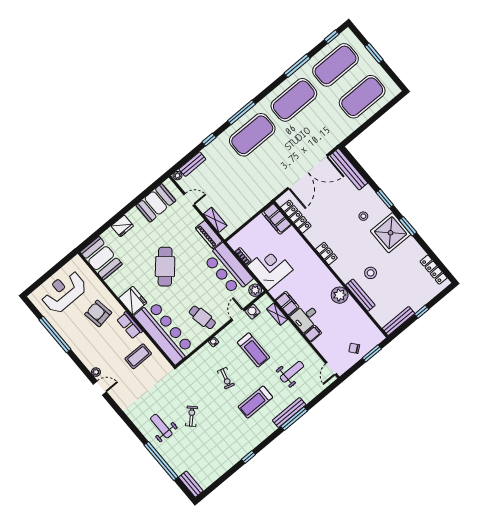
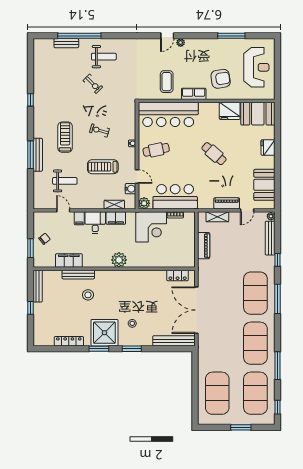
bench: (192, 164) -> (270, 238), width x1.36
piano: (249, 211) -> (204, 246), added
locker: (296, 217) -> (178, 275), width x0.66
filing cabinet: (276, 219) -> (69, 261), moved
piano: (209, 235) -> (227, 203), moved
locker: (326, 254) -> (128, 275), removed
cafe table: (165, 267) -> (214, 154), width x0.73, depth x0.74
locker: (434, 270) -> (69, 341), moved
plant: (340, 295) -> (119, 260), moved
fridge: (133, 300) -> (230, 111), moved
window: (55, 334) -> (231, 36), width x0.68
door: (331, 369) -> (63, 210), moved
weight bench: (292, 372) -> (65, 181), turned -90
bench: (191, 484) -> (66, 43), moved

